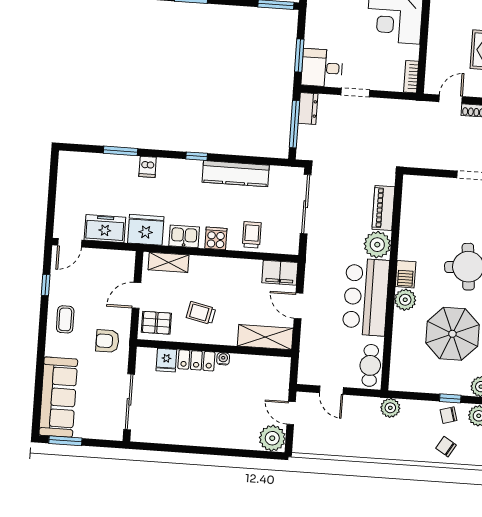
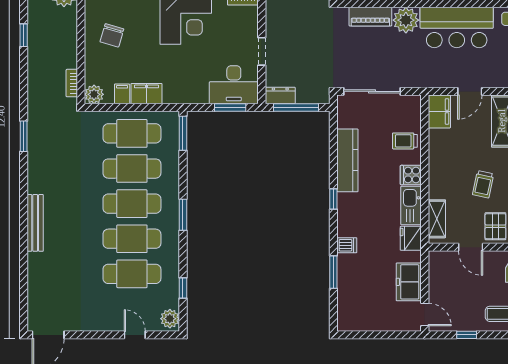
desk: (322, 68) -> (234, 85), width x1.37
fridge: (146, 230) -> (411, 238), width x0.73, depth x0.75
kitchen sink: (184, 236) -> (411, 206), width x1.38

